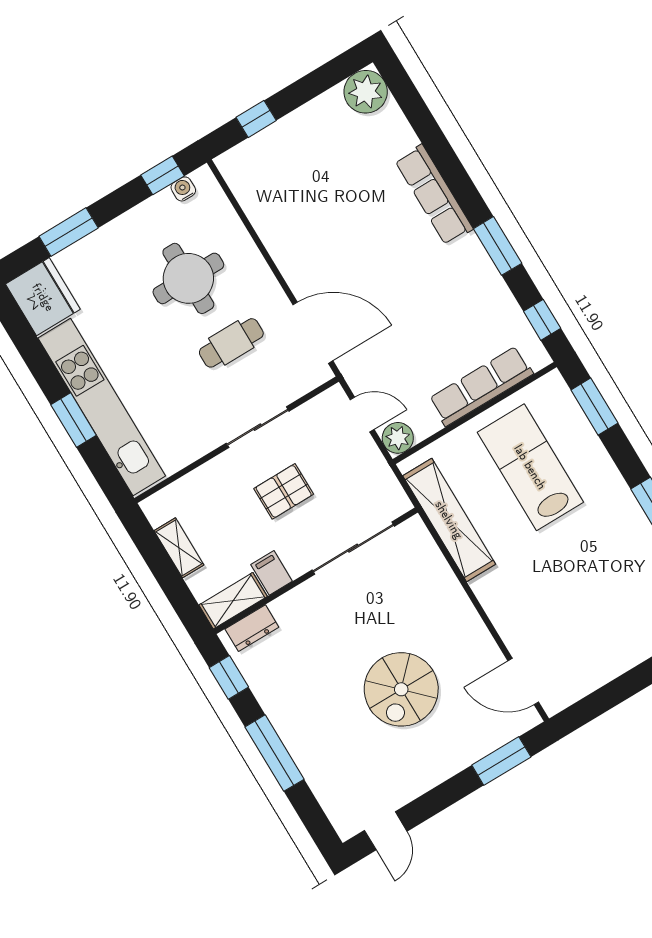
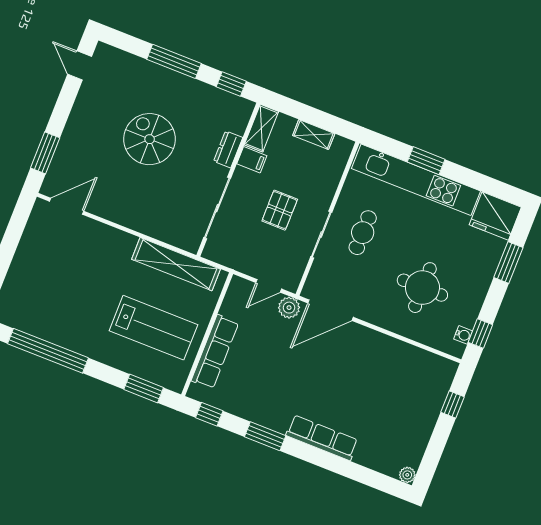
plant: (366, 92) -> (407, 475), width x0.53, depth x0.53
cafe table: (231, 343) -> (363, 233), moved
plant: (398, 438) -> (289, 308), moved
dresser: (252, 628) -> (228, 149), moved
spiral stairs: (401, 689) -> (150, 139), moved

